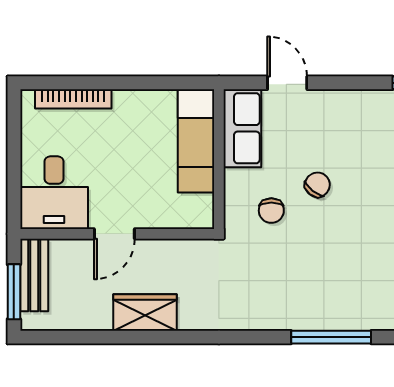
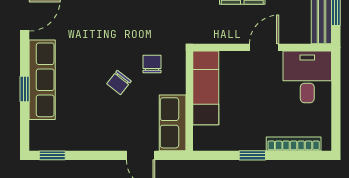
window: (131, 83) -> (252, 155), added
exam couch: (196, 141) -> (206, 88), moved

